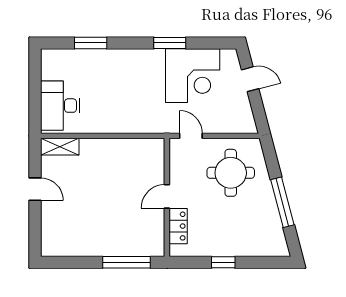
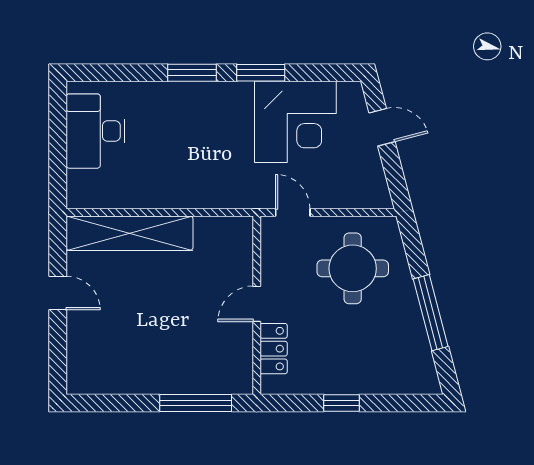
window: (91, 43) -> (192, 73), moved
desk: (60, 106) -> (95, 131), moved
shelving: (60, 147) -> (130, 233), width x2.20, depth x1.33

